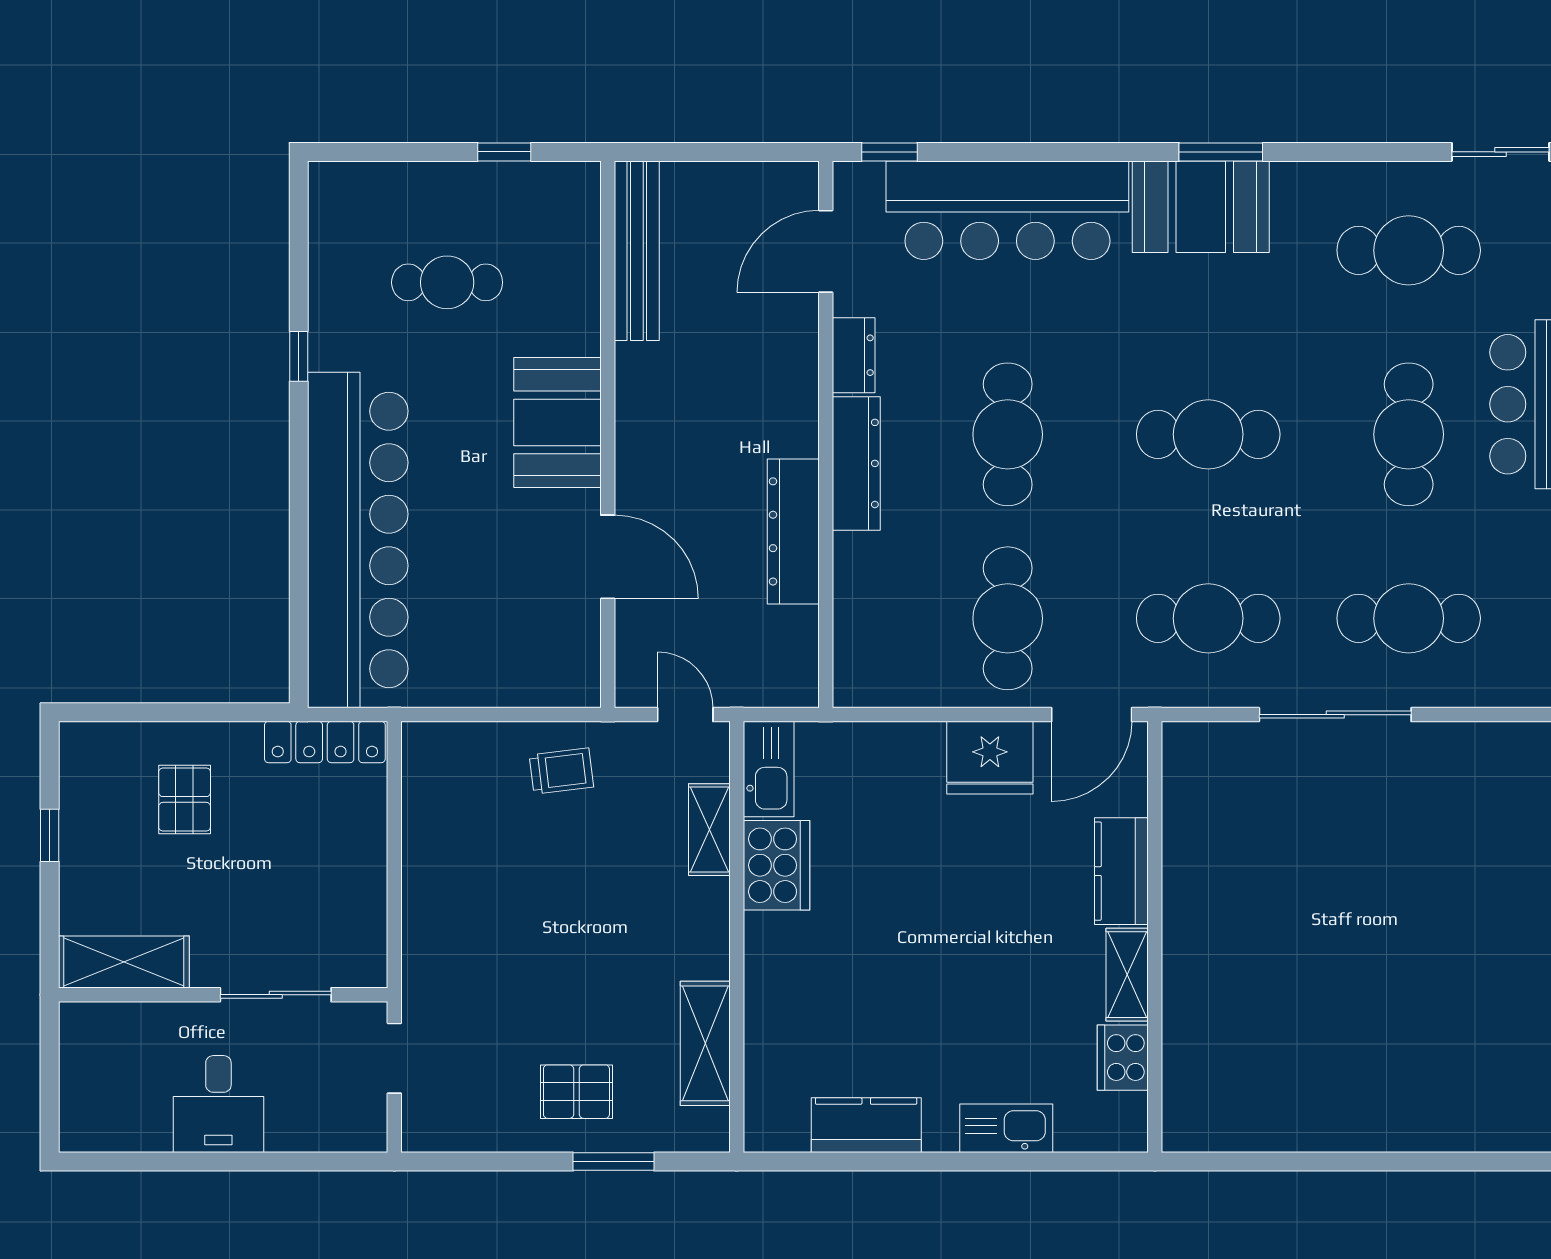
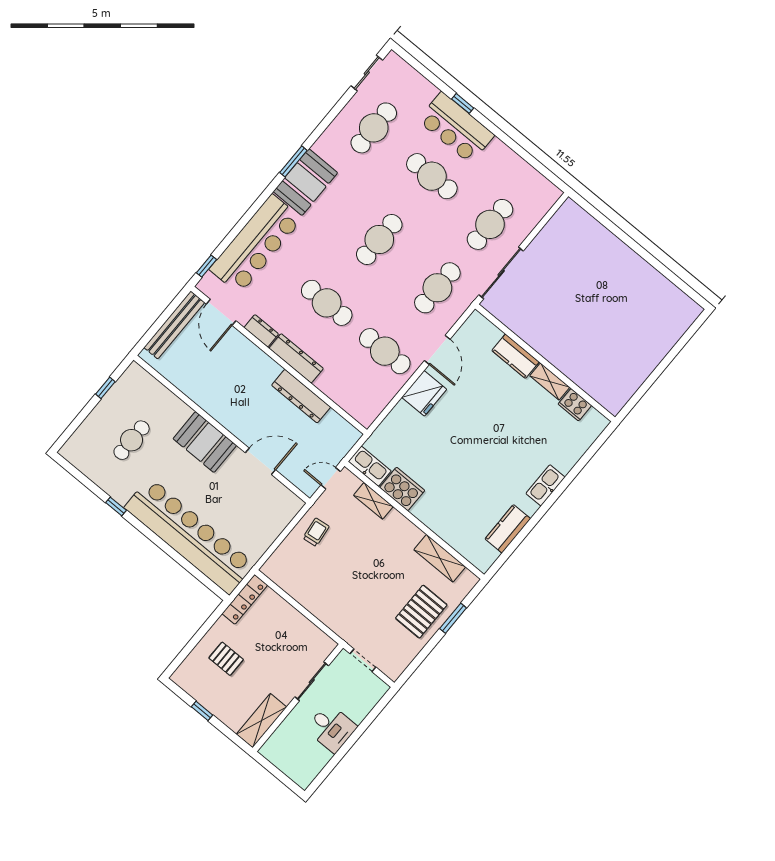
bench: (637, 251) -> (174, 325), moved, turned 90
kitchen counter: (1121, 871) -> (516, 356), moved
wall: (1155, 937) -> (545, 363), moved
shelving: (1127, 975) -> (550, 382), moved
cooker: (1123, 1058) -> (575, 405), moved
pallet: (576, 1092) -> (421, 612), width x1.50, depth x1.42

